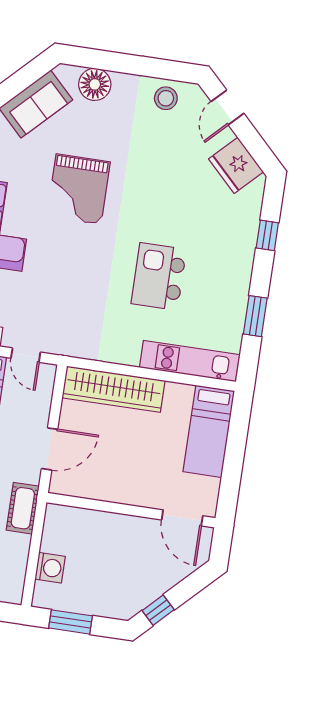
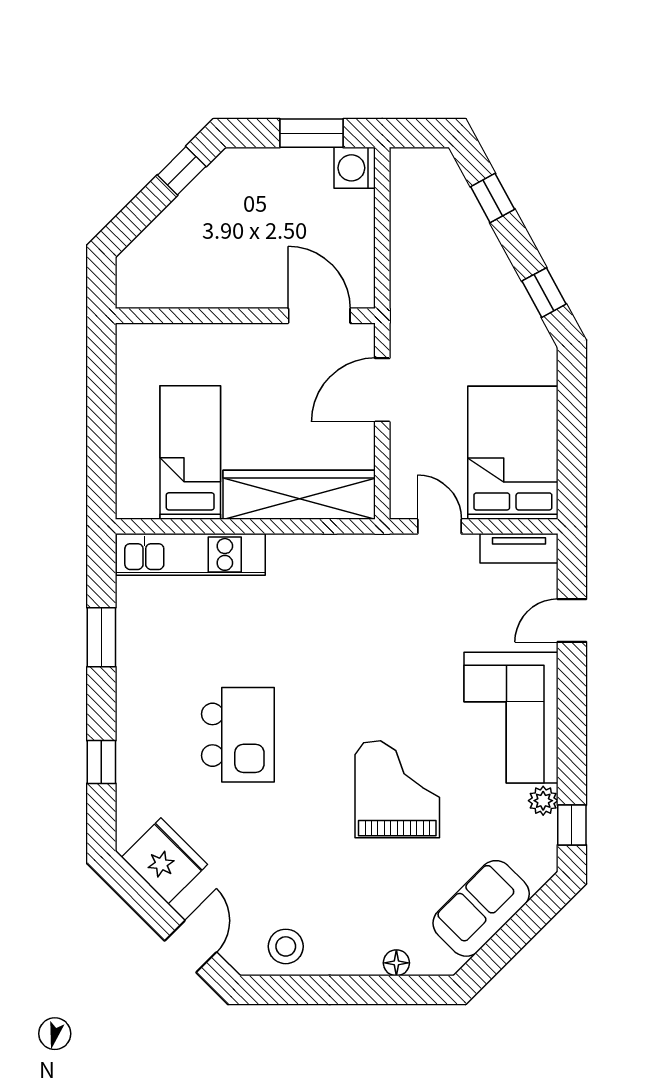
floor lamp: (95, 84) -> (396, 963), width x0.53, depth x0.53
kitchen island: (159, 276) -> (238, 735), moved
bed: (209, 431) -> (190, 453), moved
cot: (23, 508) -> (409, 294), removed
door: (182, 518) -> (319, 316), moved
washing machine: (50, 568) -> (355, 168), moved

